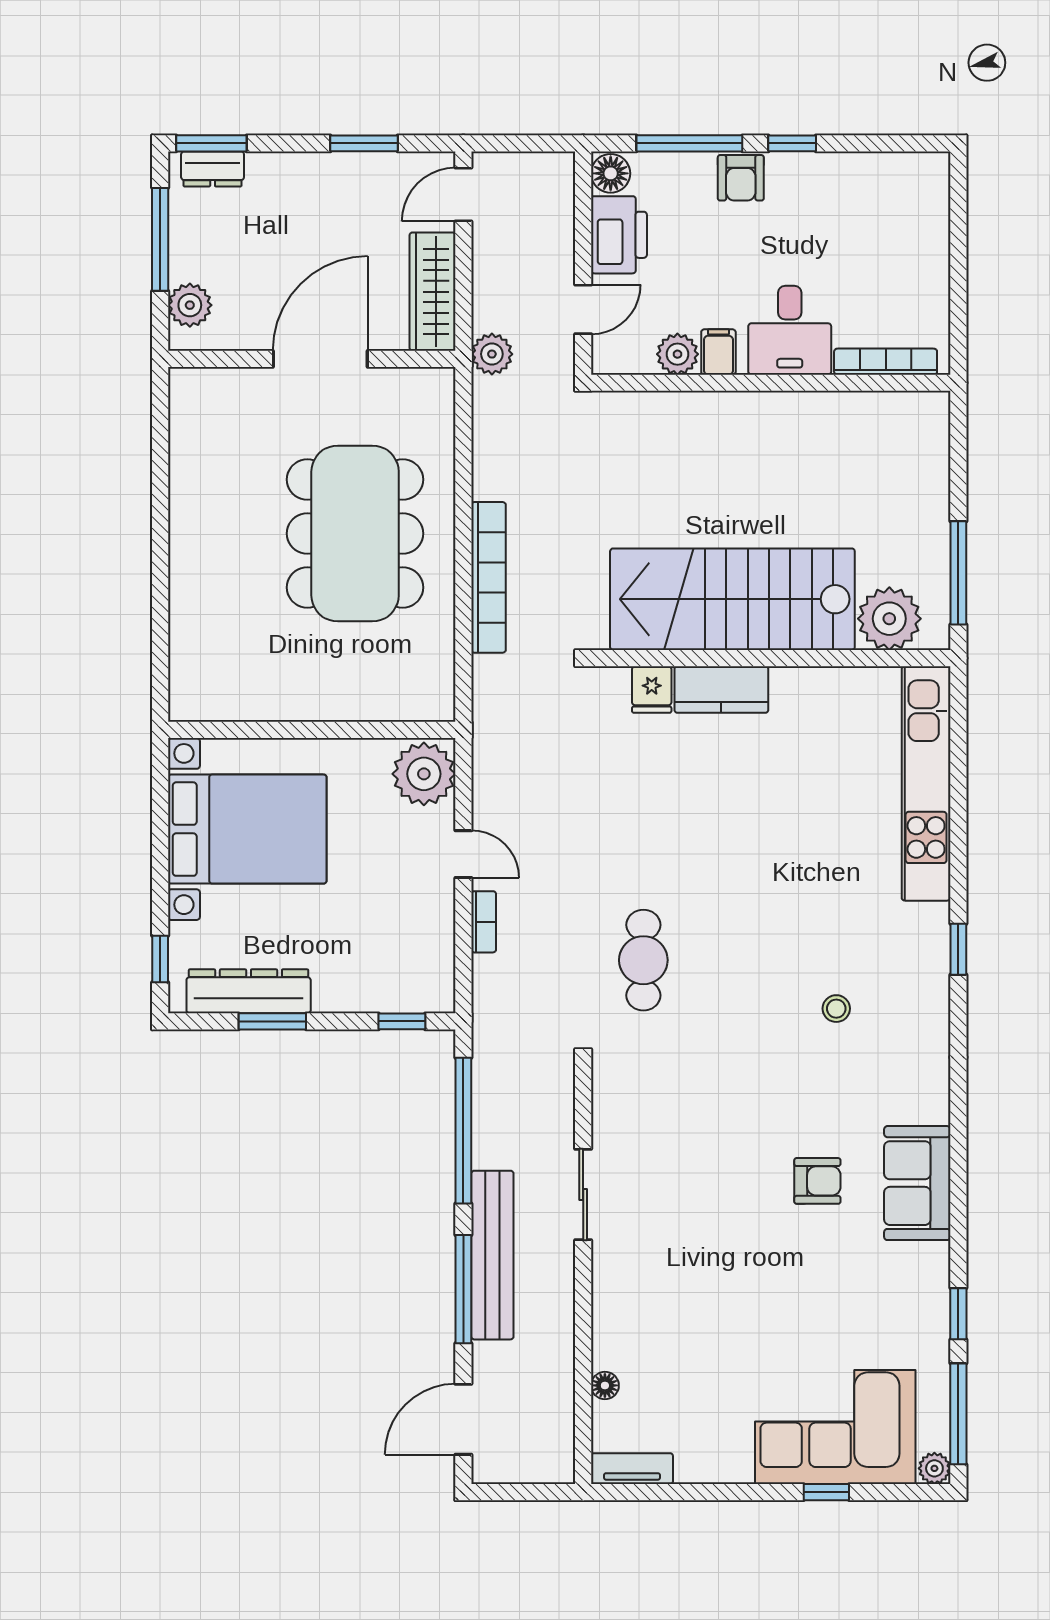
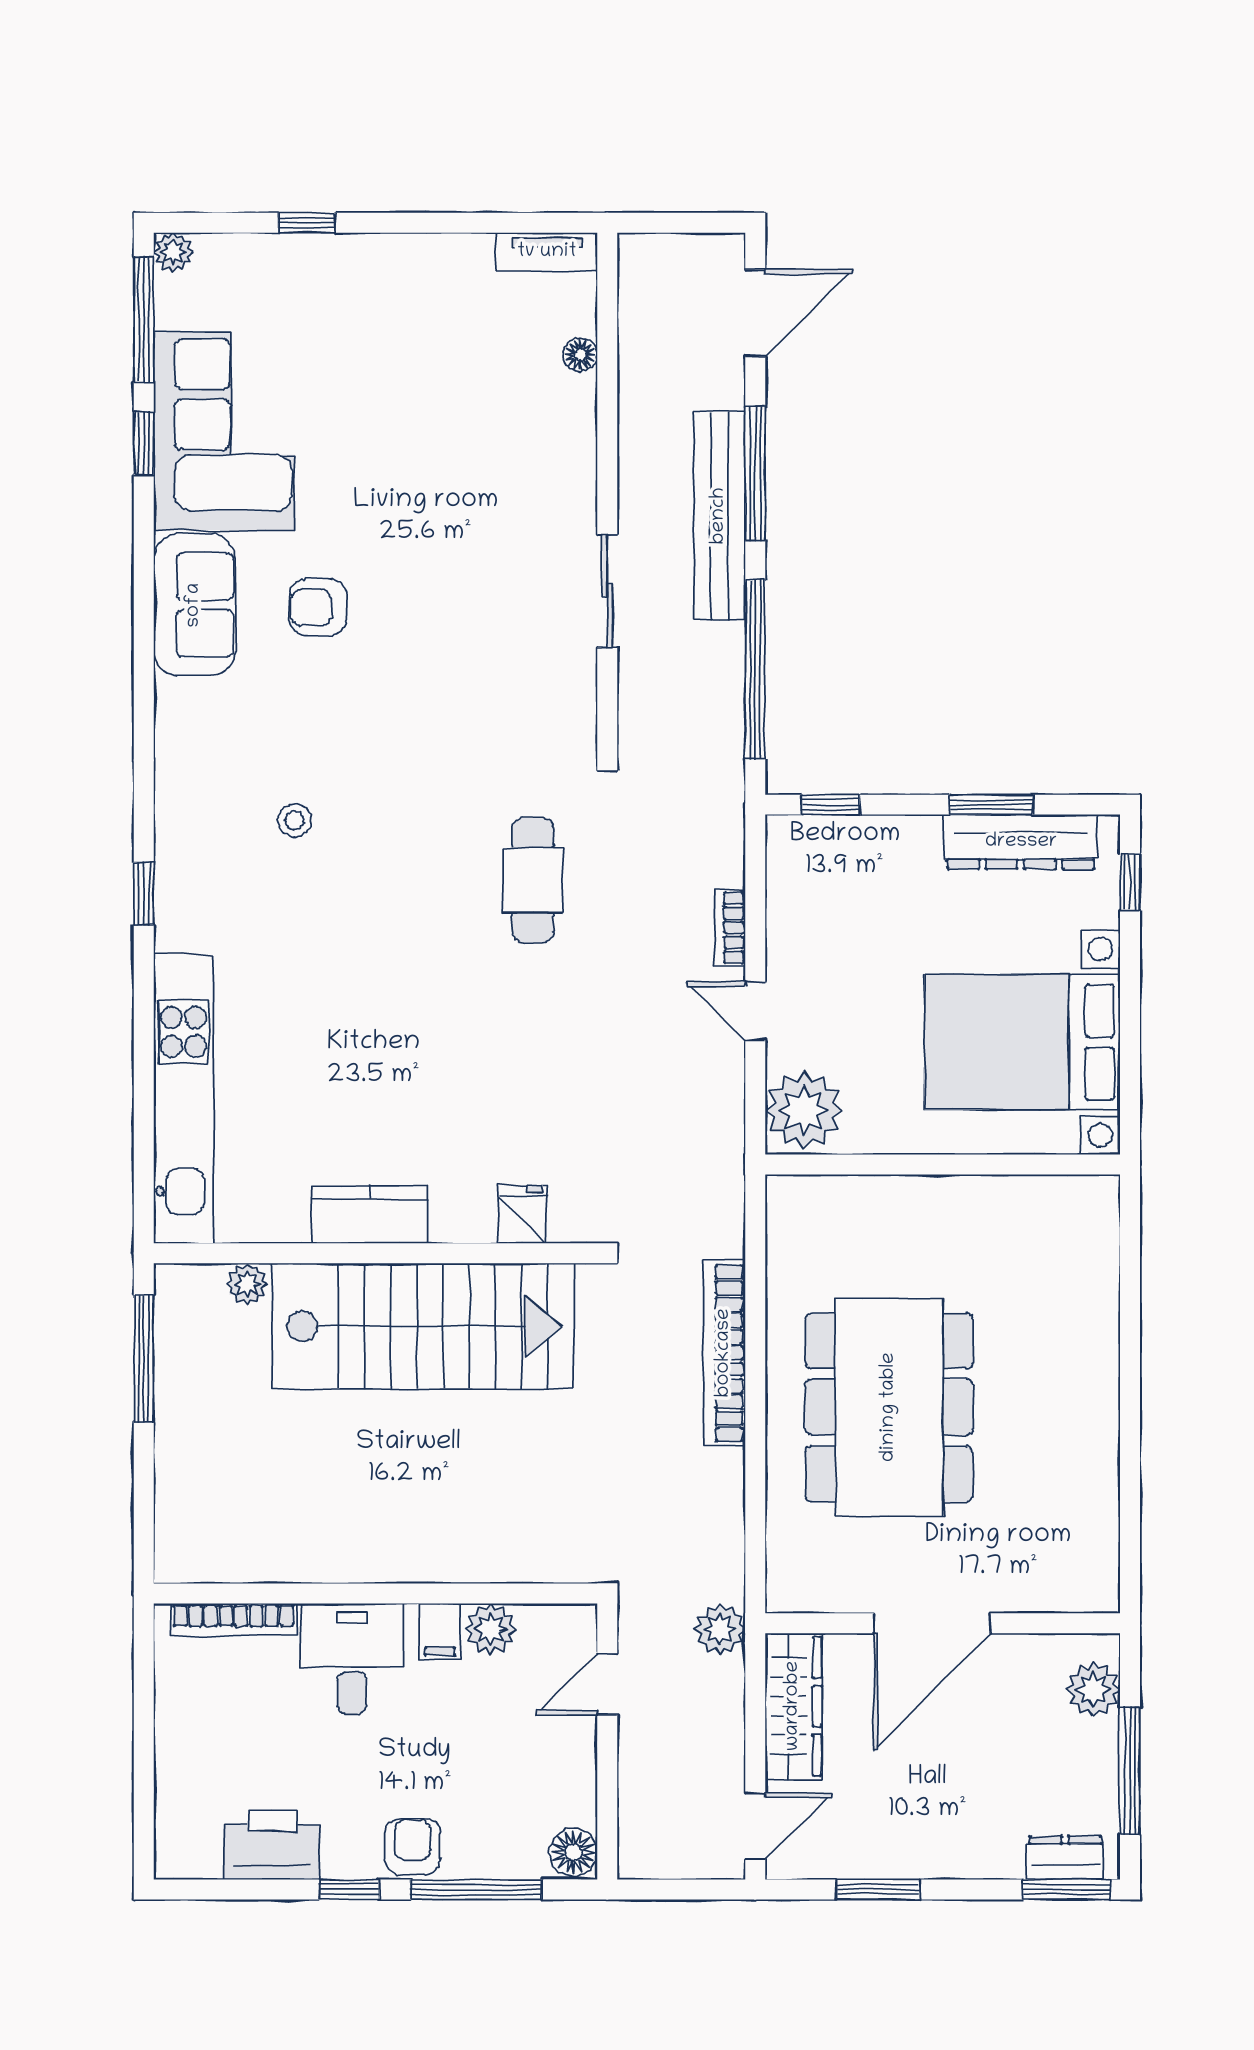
printer: (619, 235) -> (272, 1845), moved, turned 90
plant: (889, 619) -> (247, 1284), width x0.53, depth x0.53
kitchen counter: (721, 690) -> (370, 1215), moved
corner sofa: (835, 1427) -> (224, 431), moved, turned -90

